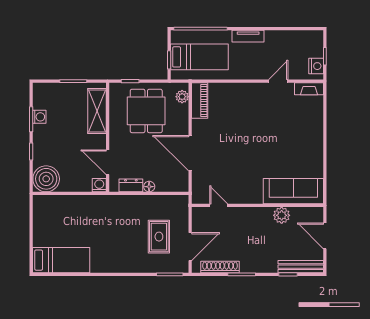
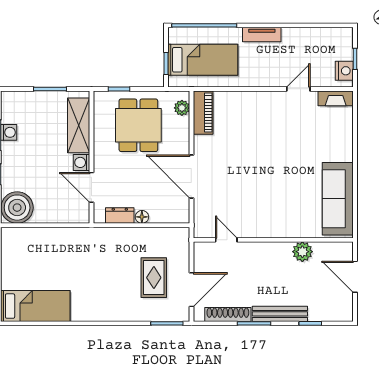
washing machine: (99, 185) -> (81, 162), moved, turned -90
sofa: (293, 191) -> (338, 199), moved, turned -90
bench: (301, 267) -> (280, 314), moved

